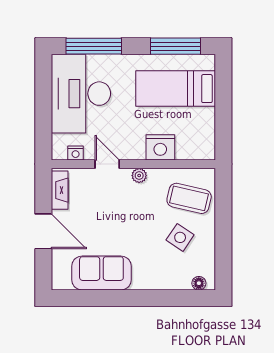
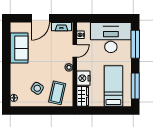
wardrobe: (196, 149) -> (83, 96), added

